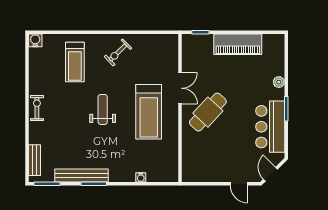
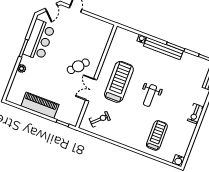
exercise bike: (118, 52) -> (100, 119), moved
cafe table: (208, 112) -> (78, 66), width x0.73, depth x0.74
bench: (82, 176) -> (163, 48), moved

